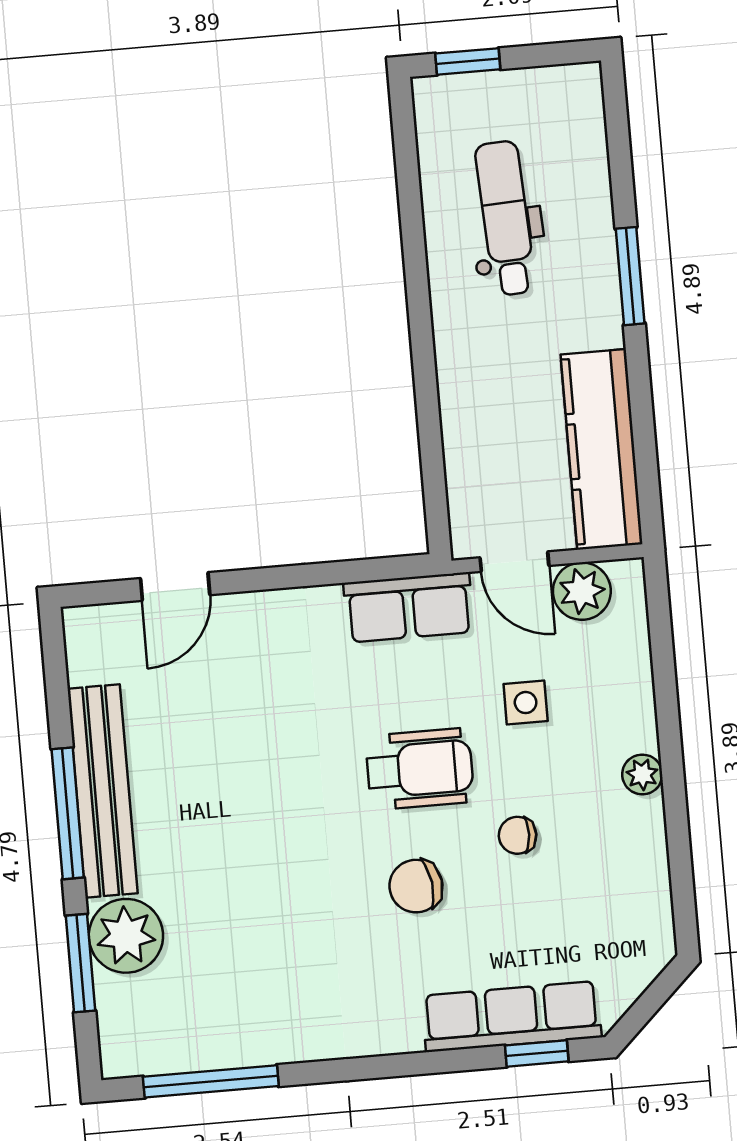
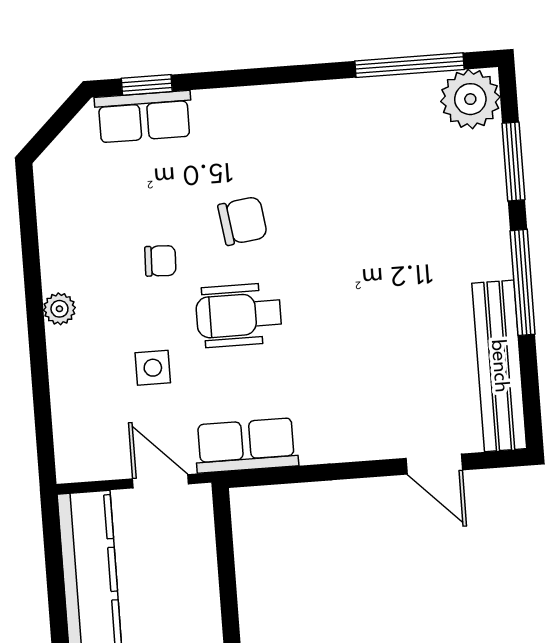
door: (175, 587) -> (434, 464), swing flipped
plant: (582, 591) -> (107, 457), removed
bench: (103, 791) -> (499, 366), moved
plant: (126, 936) -> (470, 99), moved
row of seats: (512, 1016) -> (144, 117), width x0.68

